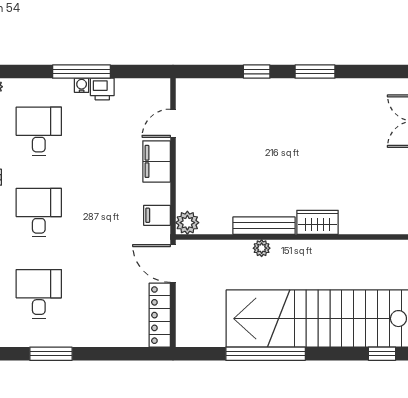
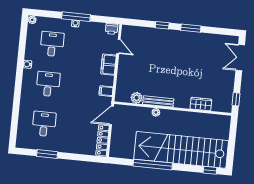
printer: (102, 89) -> (112, 29), moved
door: (173, 123) -> (118, 47), swing flipped
wardrobe: (318, 222) -> (201, 104), moved
plant: (187, 223) -> (136, 98), moved
door: (173, 263) -> (112, 116), hinge flipped

